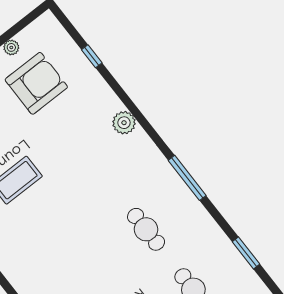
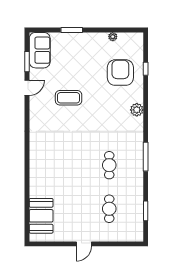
armchair: (36, 83) -> (120, 73), moved, turned -90

